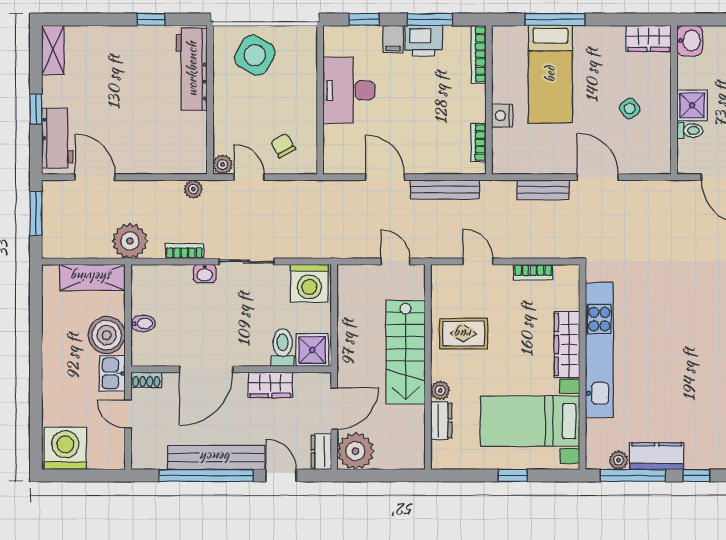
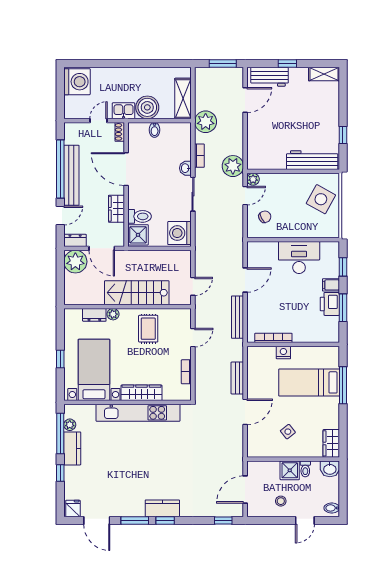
bookcase: (479, 54) -> (321, 338), removed
toilet: (690, 131) -> (305, 469), moved
bookcase: (478, 142) -> (273, 338), width x1.56
plant: (193, 189) -> (233, 166), width x1.88, depth x1.88

